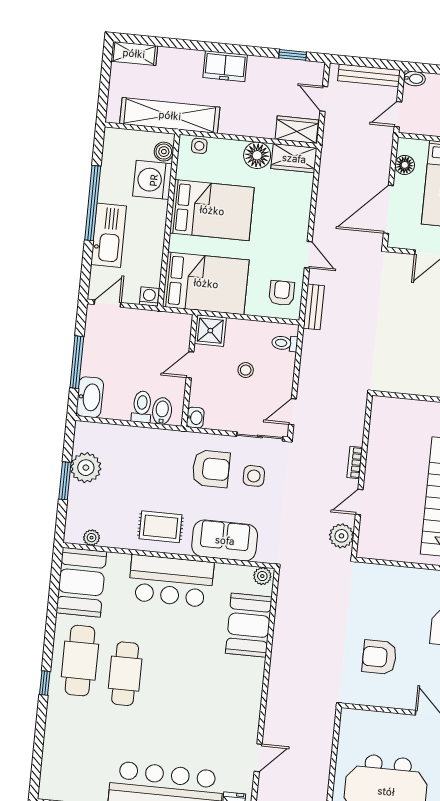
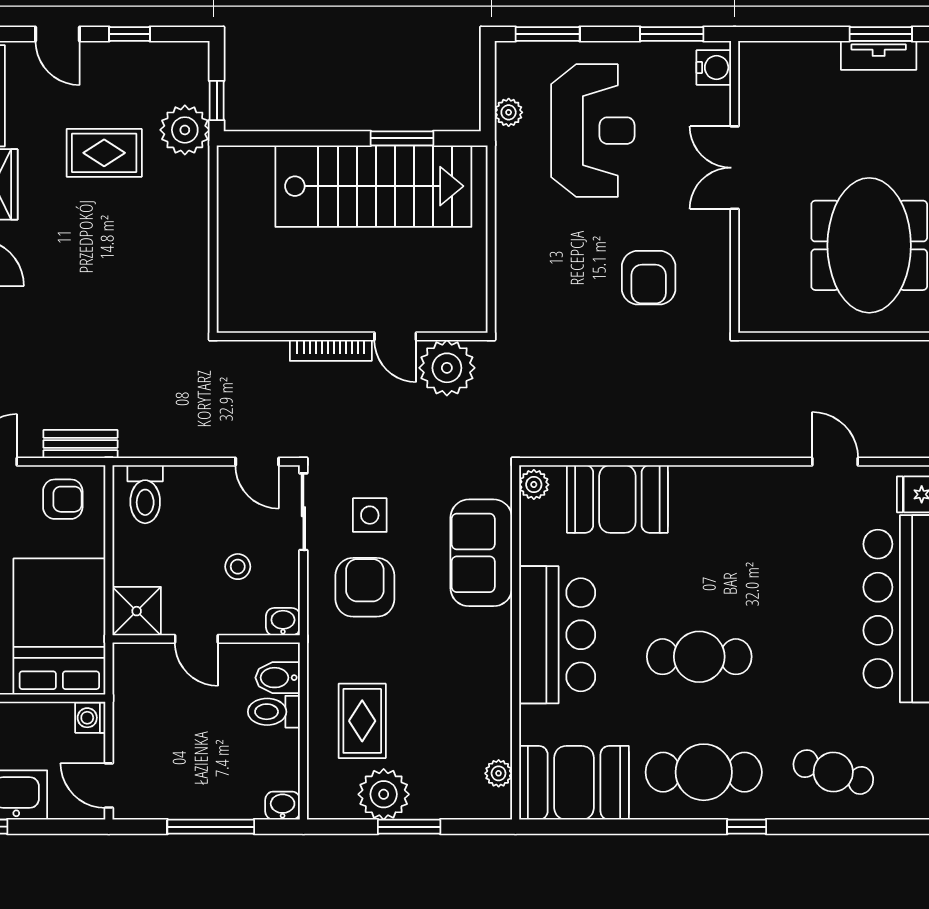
armchair: (282, 293) -> (63, 499), turned 180
toilet: (285, 343) -> (145, 494), width x1.37, depth x1.39
stool: (246, 370) -> (238, 567), moved
washbasin: (90, 397) -> (283, 806), width x0.52, depth x0.69
bookcase: (355, 462) -> (331, 350), width x1.56
rug: (161, 527) -> (362, 721), moved
plant: (341, 536) -> (447, 368), width x1.36, depth x1.36
cafe table: (125, 674) -> (699, 657), moved
cafe table: (72, 738) -> (833, 772), added

